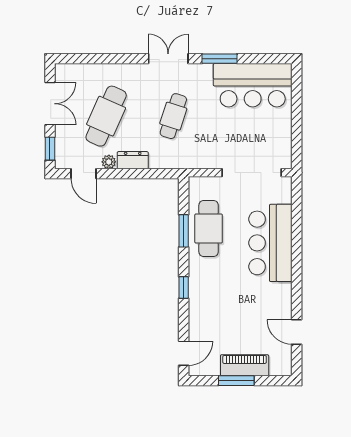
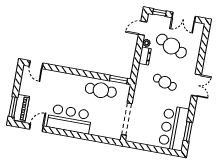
window: (220, 59) -> (188, 132), moved
window: (184, 231) -> (118, 80), moved
bar counter: (270, 243) -> (69, 119), moved
window: (184, 288) -> (71, 71), removed
piano: (245, 365) -> (21, 108), moved
window: (236, 381) -> (13, 107), moved

